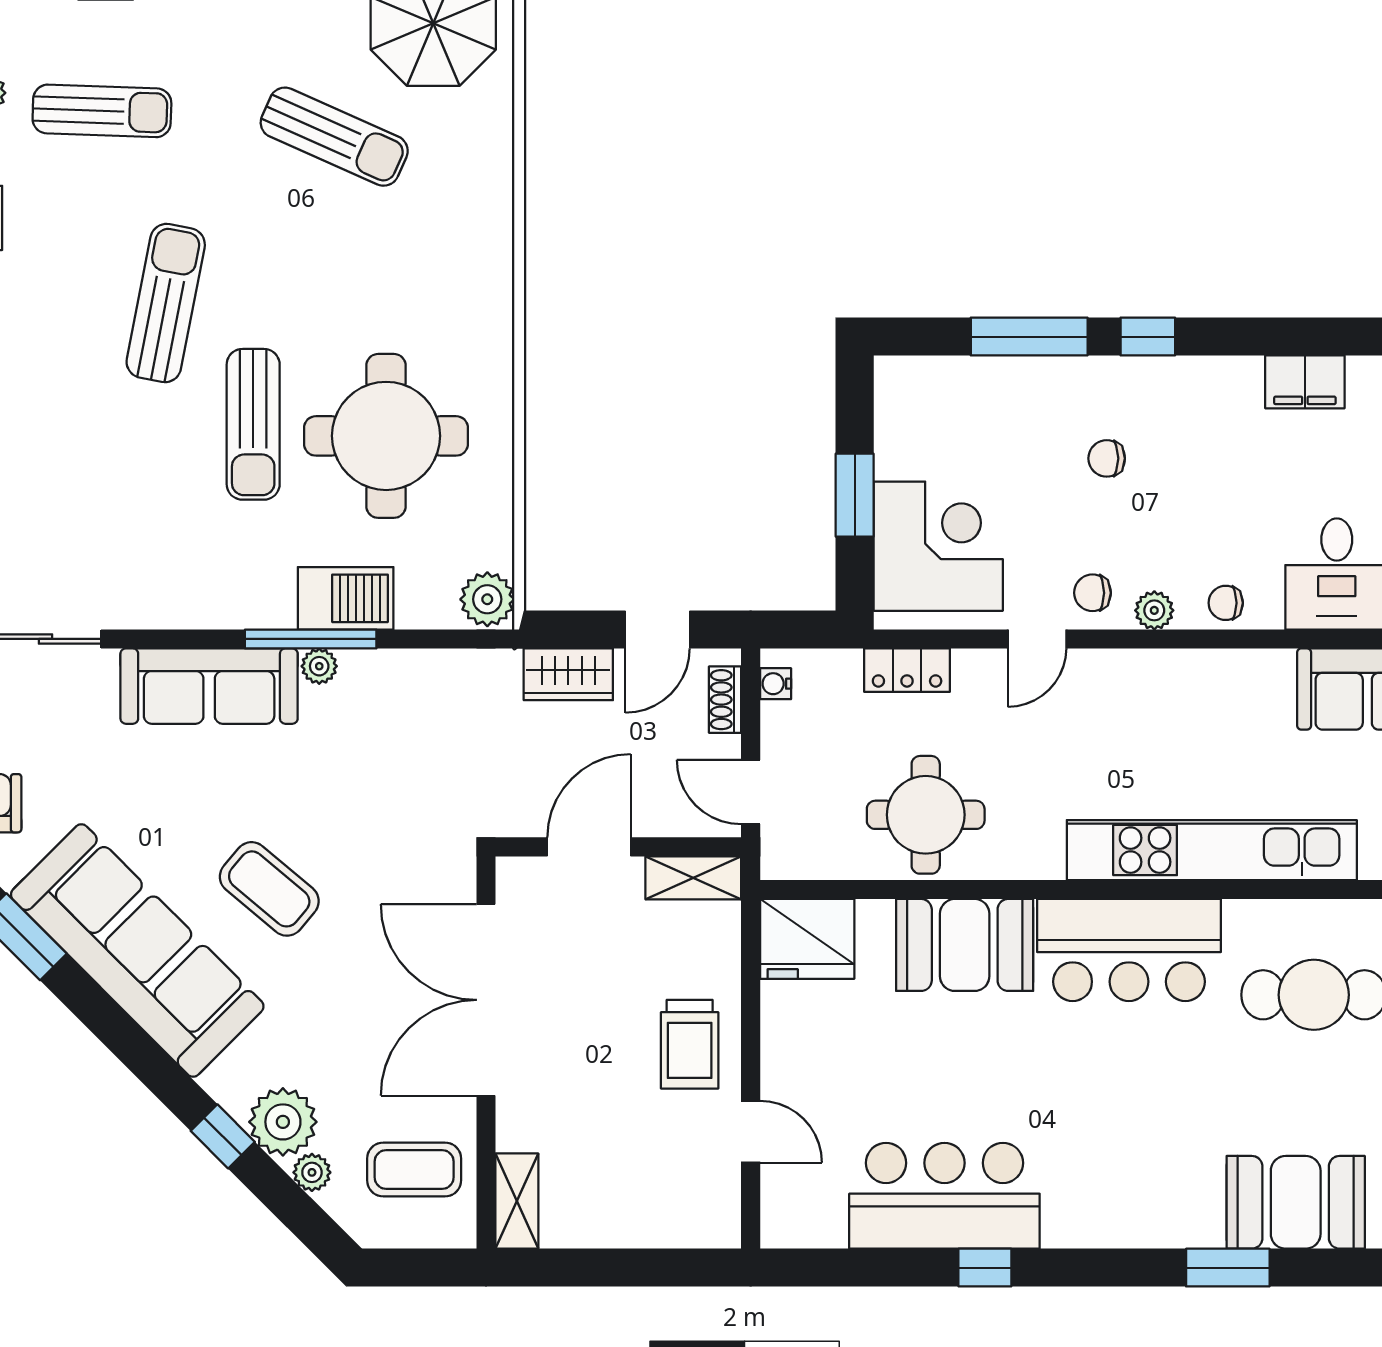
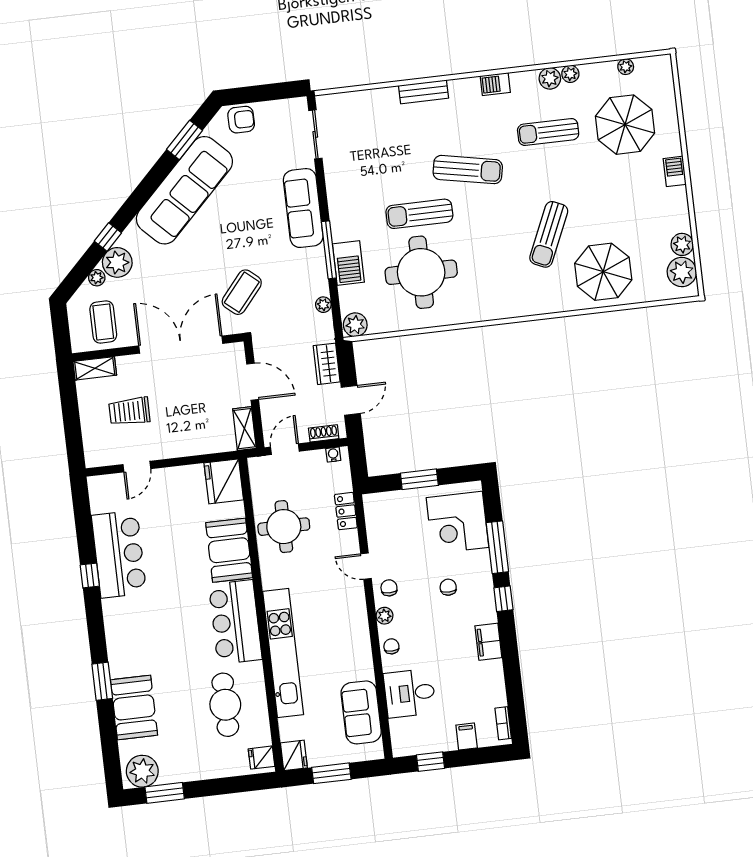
sun lounger: (102, 111) -> (548, 132), turned 88
filing cabinet: (1305, 382) -> (488, 642), moved
corner desk: (938, 546) -> (458, 522), moved, turned 90
door: (658, 630) -> (351, 400), swing flipped
plant: (319, 666) -> (323, 305), moved
coffee table: (269, 889) -> (242, 292), moved
trolley: (690, 1044) -> (129, 411), moved

